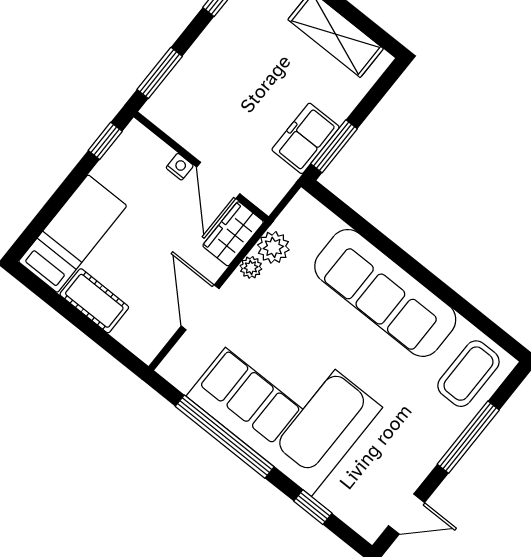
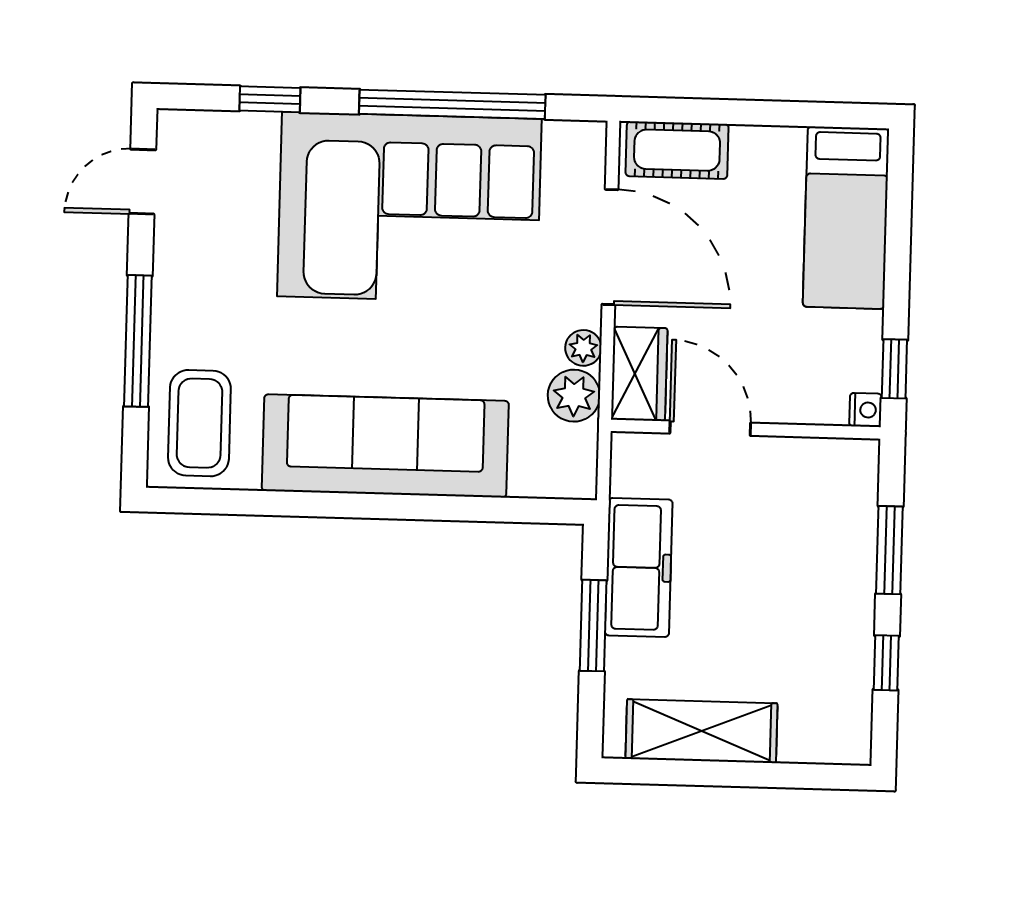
window: (160, 73) -> (889, 550), moved
freezer: (306, 138) -> (639, 567), width x1.40
window: (334, 146) -> (593, 626), moved
nightstand: (180, 167) -> (866, 410), moved, turned -90
cot: (94, 301) -> (677, 150), moved
door: (200, 307) -> (610, 247), width x1.36

